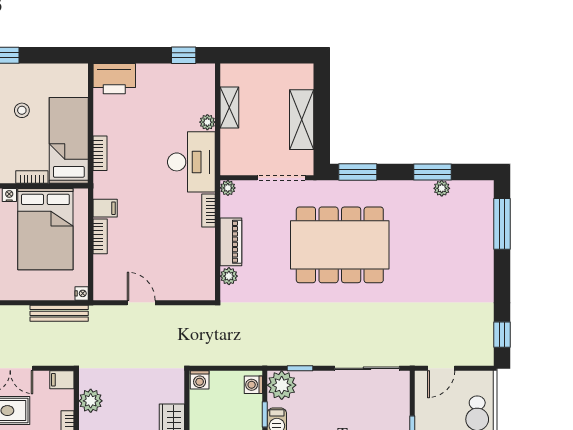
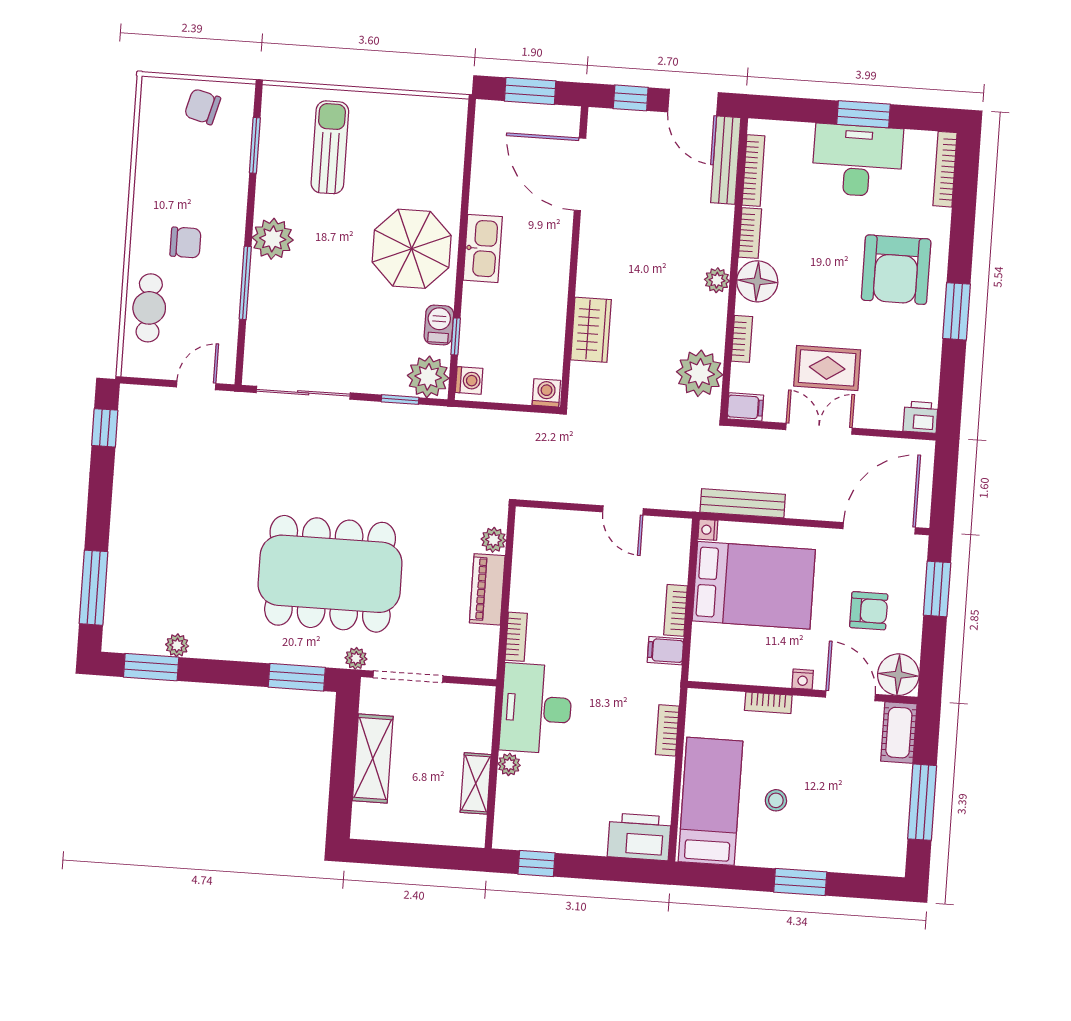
bed: (69, 140) -> (711, 801), moved, turned 180
window: (433, 172) -> (151, 667), moved
plant: (228, 188) -> (356, 658), moved
bed: (45, 229) -> (754, 585), moved, turned 90
plant: (91, 401) -> (700, 373), width x1.36, depth x1.36

